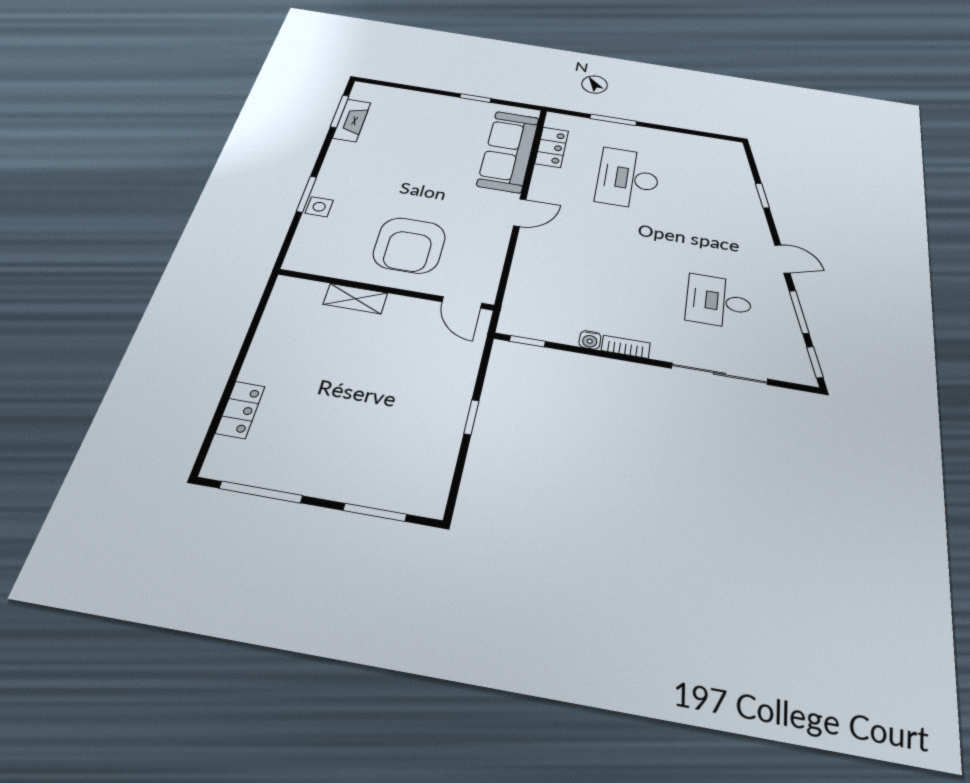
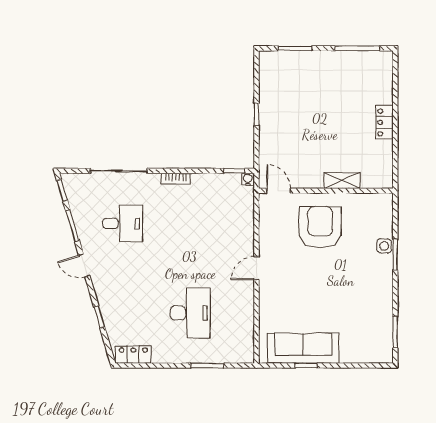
fireplace: (352, 120) -> (385, 325), removed
locker: (552, 147) -> (133, 354), moved, turned 90
sofa: (508, 151) -> (303, 348), moved, turned -90
water cooler: (590, 340) -> (248, 179), moved
locker: (240, 410) -> (384, 122), moved

